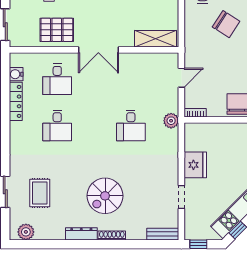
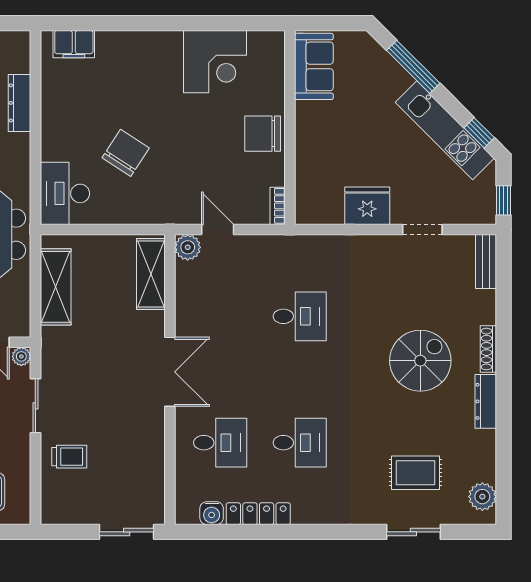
pallet: (57, 30) -> (135, 443), removed
plant: (171, 121) -> (188, 247), moved
spiral stairs: (105, 196) -> (420, 361), turned -90

